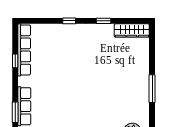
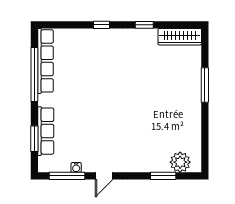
window: (15, 61) -> (34, 75), width x3.17
window: (152, 89) -> (205, 85), moved

